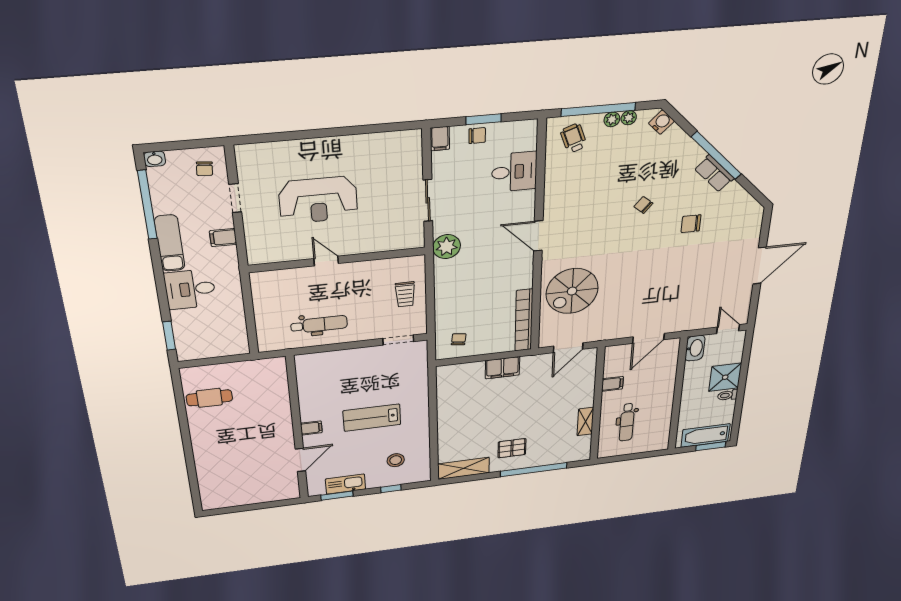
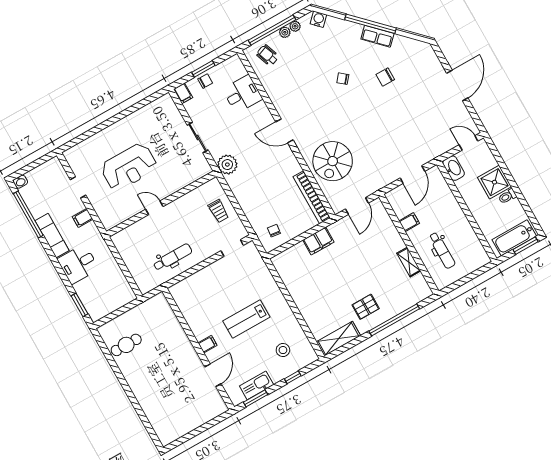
chair: (205, 169) -> (52, 175), removed

